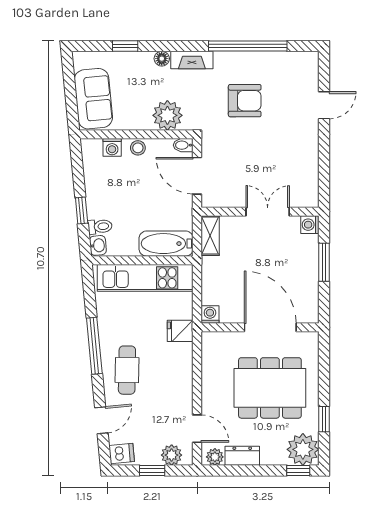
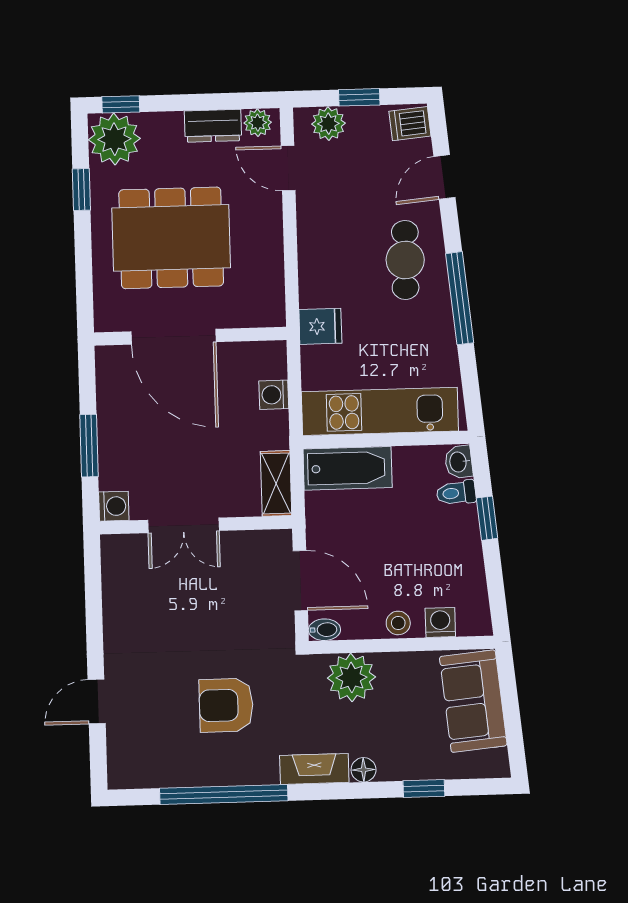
washing machine: (210, 314) -> (274, 395), moved, turned 90

